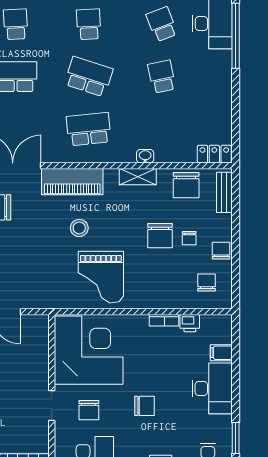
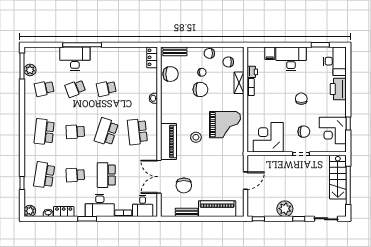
shelving: (138, 177) -> (239, 83), moved
corner desk: (89, 350) -> (268, 137), width x0.74, depth x0.74

